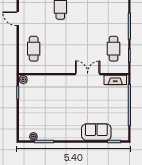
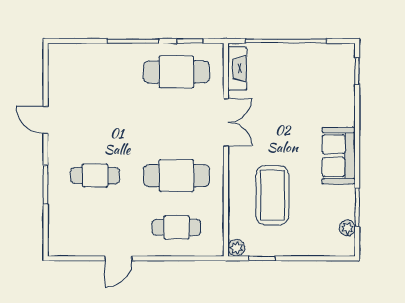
cafe table: (60, 49) -> (176, 176), added
cafe table: (114, 49) -> (176, 72), width x1.37, depth x1.35
double door: (88, 74) -> (226, 122), swing flipped
coffee table: (50, 98) -> (272, 195), added
sofa: (96, 132) -> (339, 156), moved

